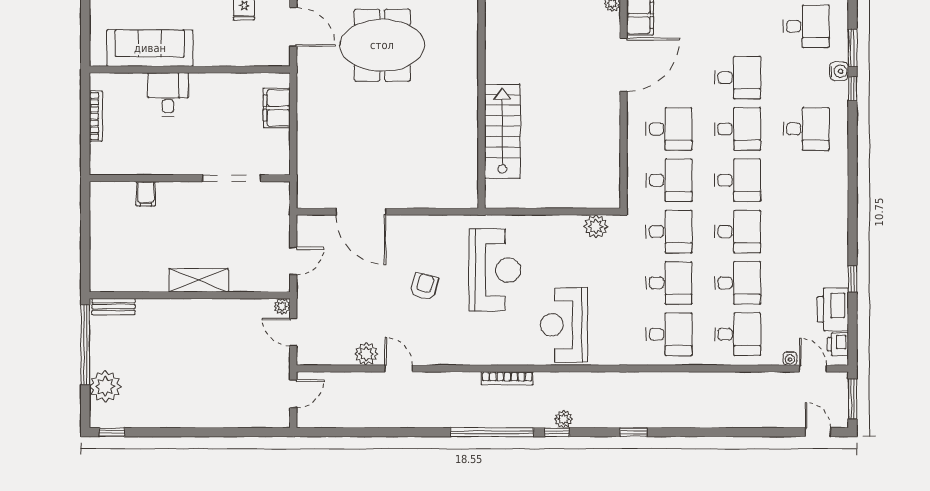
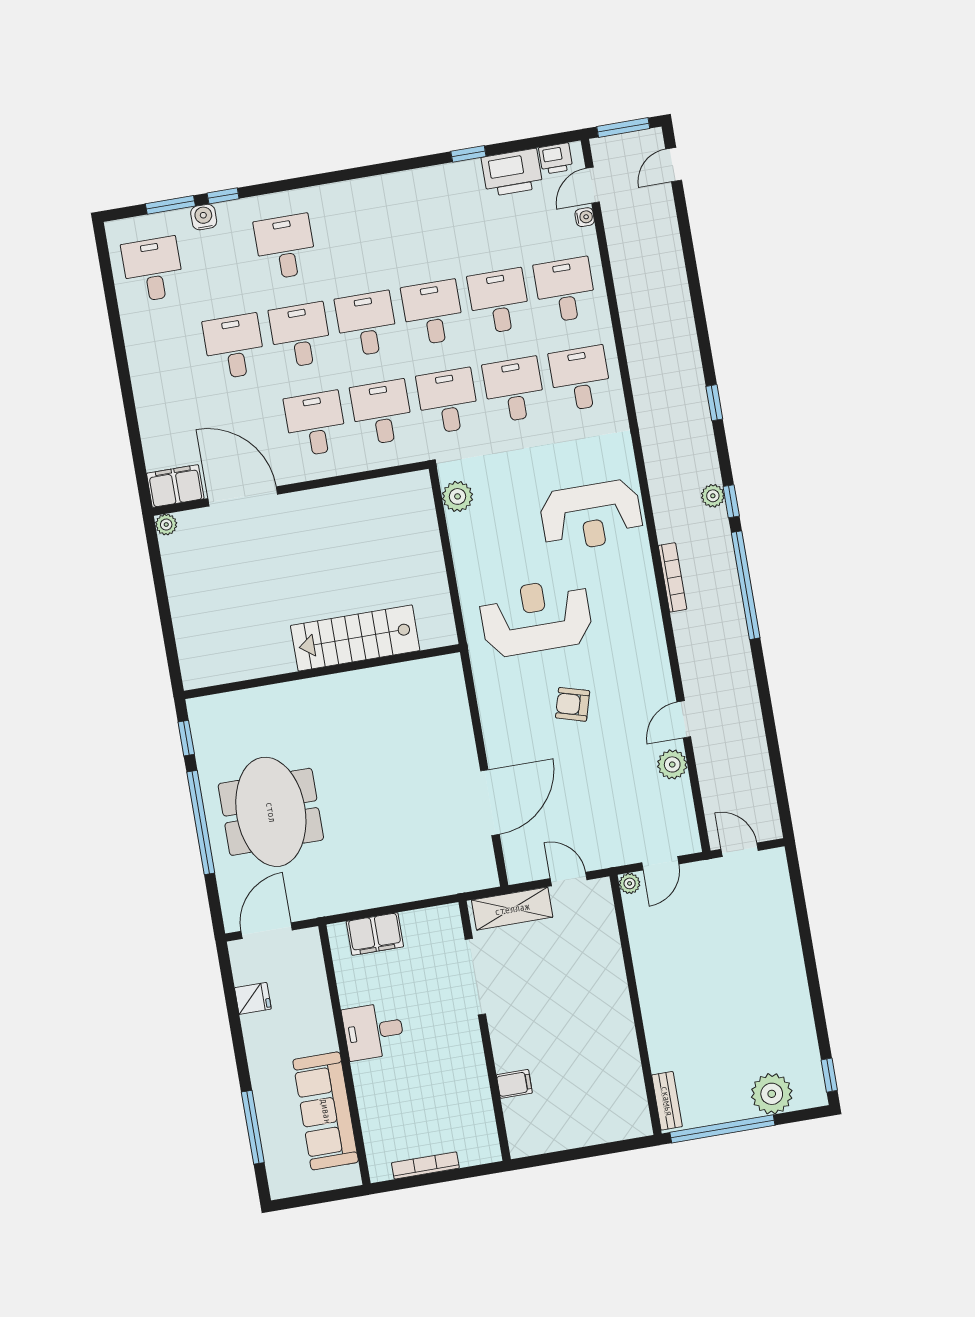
desk: (168, 94) -> (373, 1031), moved
shelving: (199, 280) -> (512, 909), moved, turned 90

